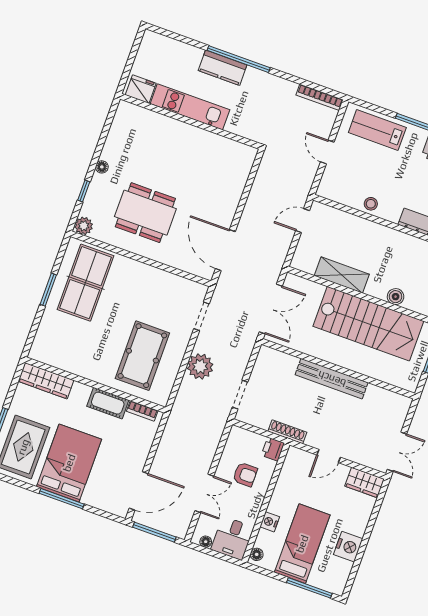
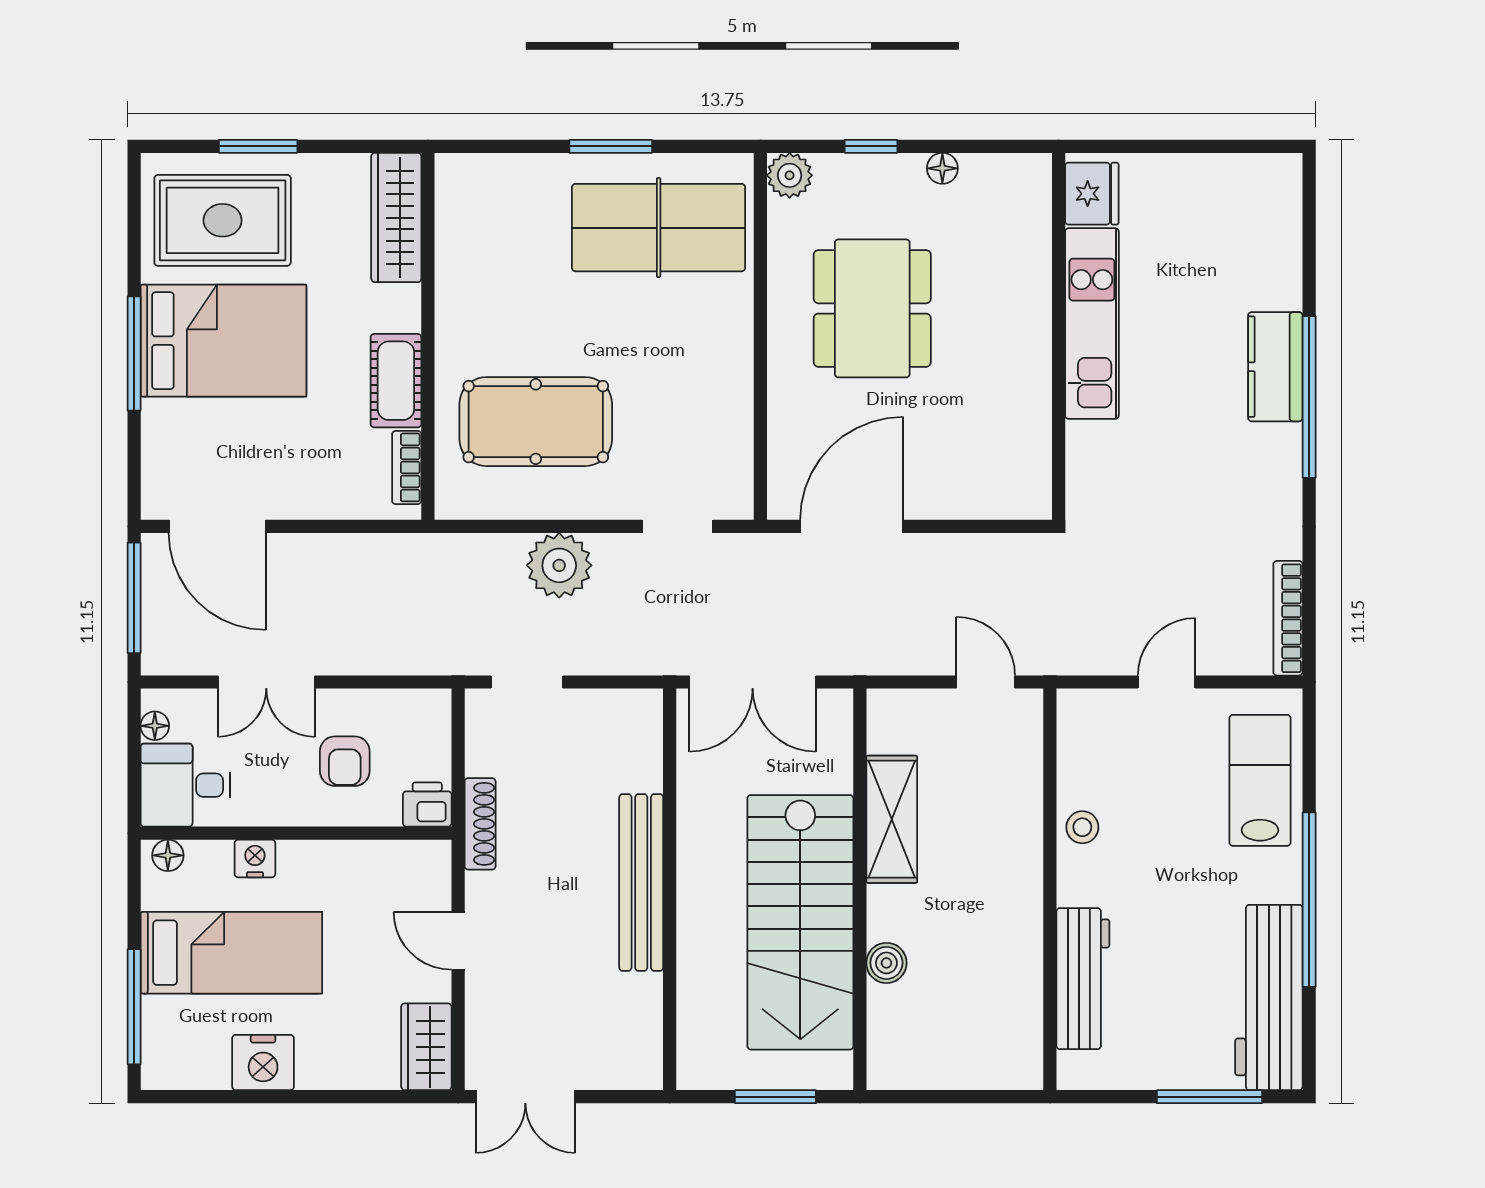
fridge: (141, 89) -> (1092, 194), moved
kitchen unit: (190, 107) -> (1092, 324), moved
wall: (190, 121) -> (1059, 336), moved

